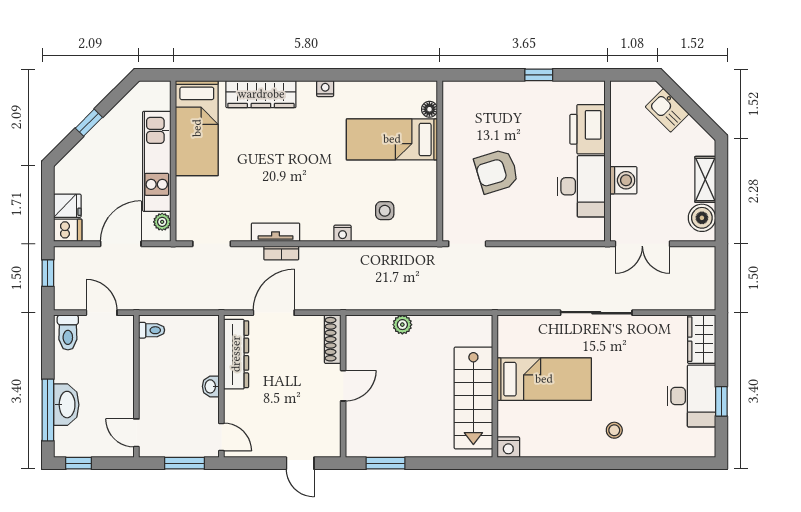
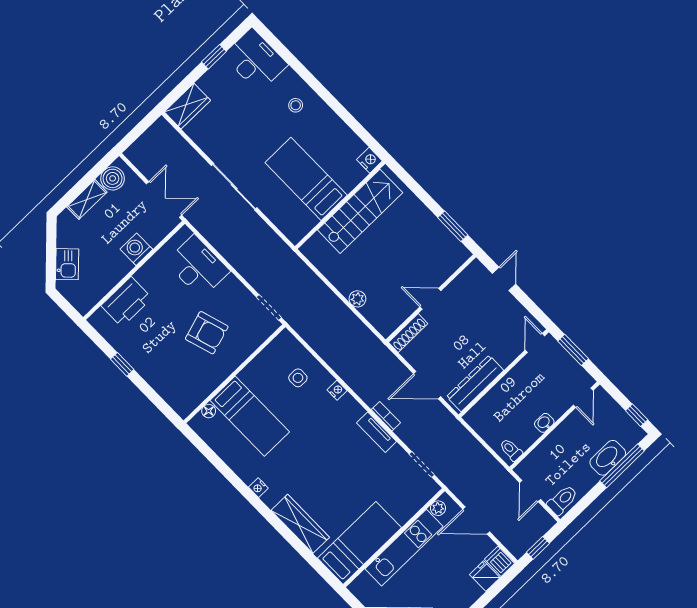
desk: (581, 186) -> (198, 267), moved, turned 90
washbasin: (211, 386) -> (544, 423), moved, turned 180
desk: (691, 396) -> (255, 60), moved, turned 90

